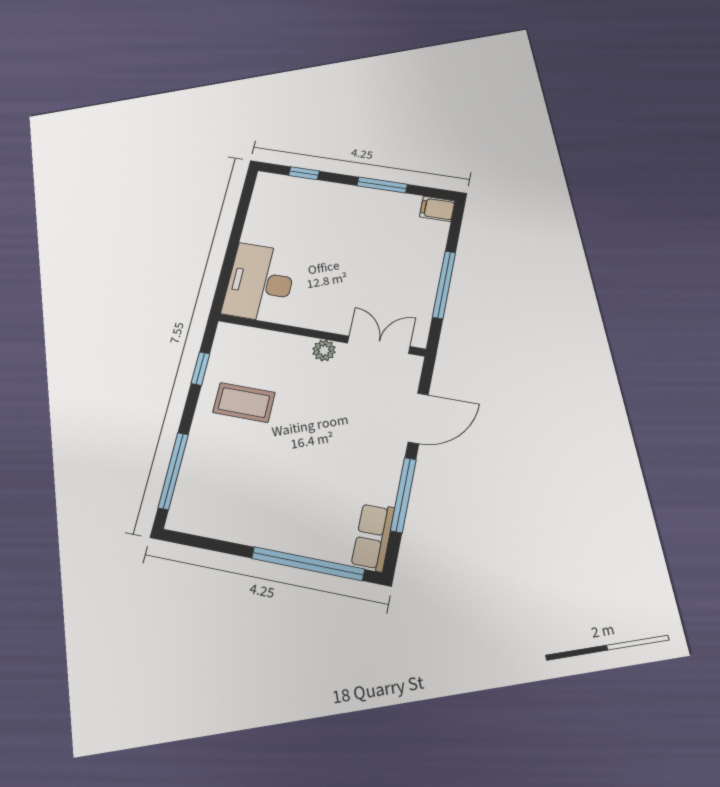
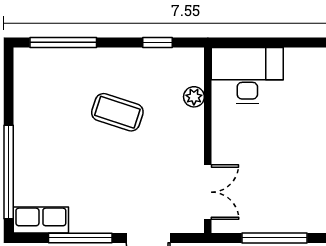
plant: (324, 350) -> (194, 97), moved
coffee table: (244, 403) -> (117, 112), moved, turned -72

